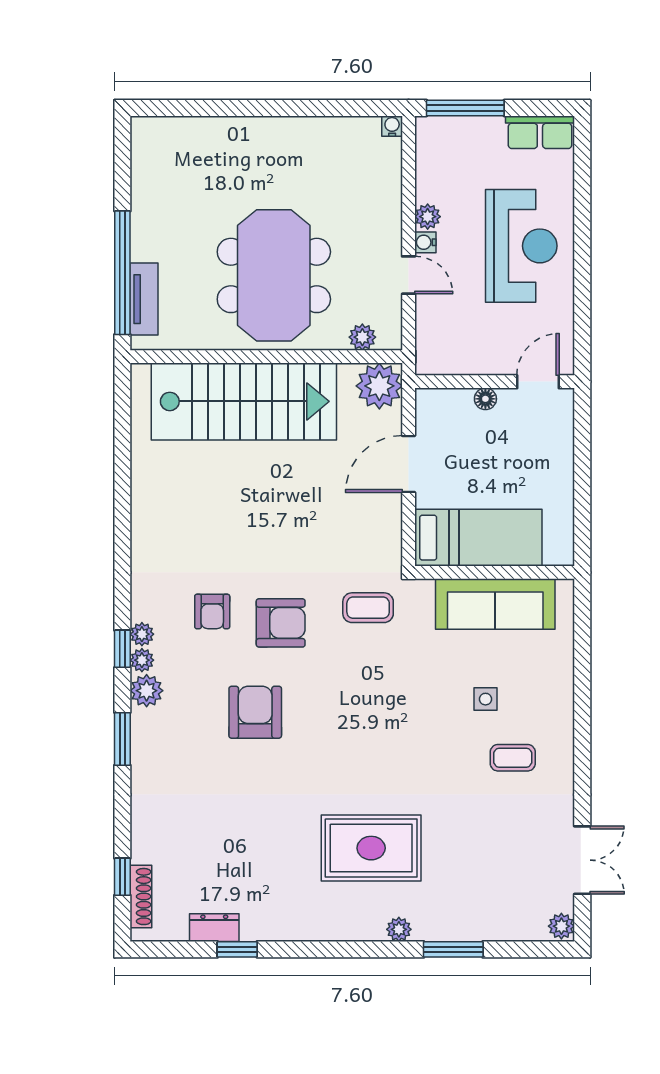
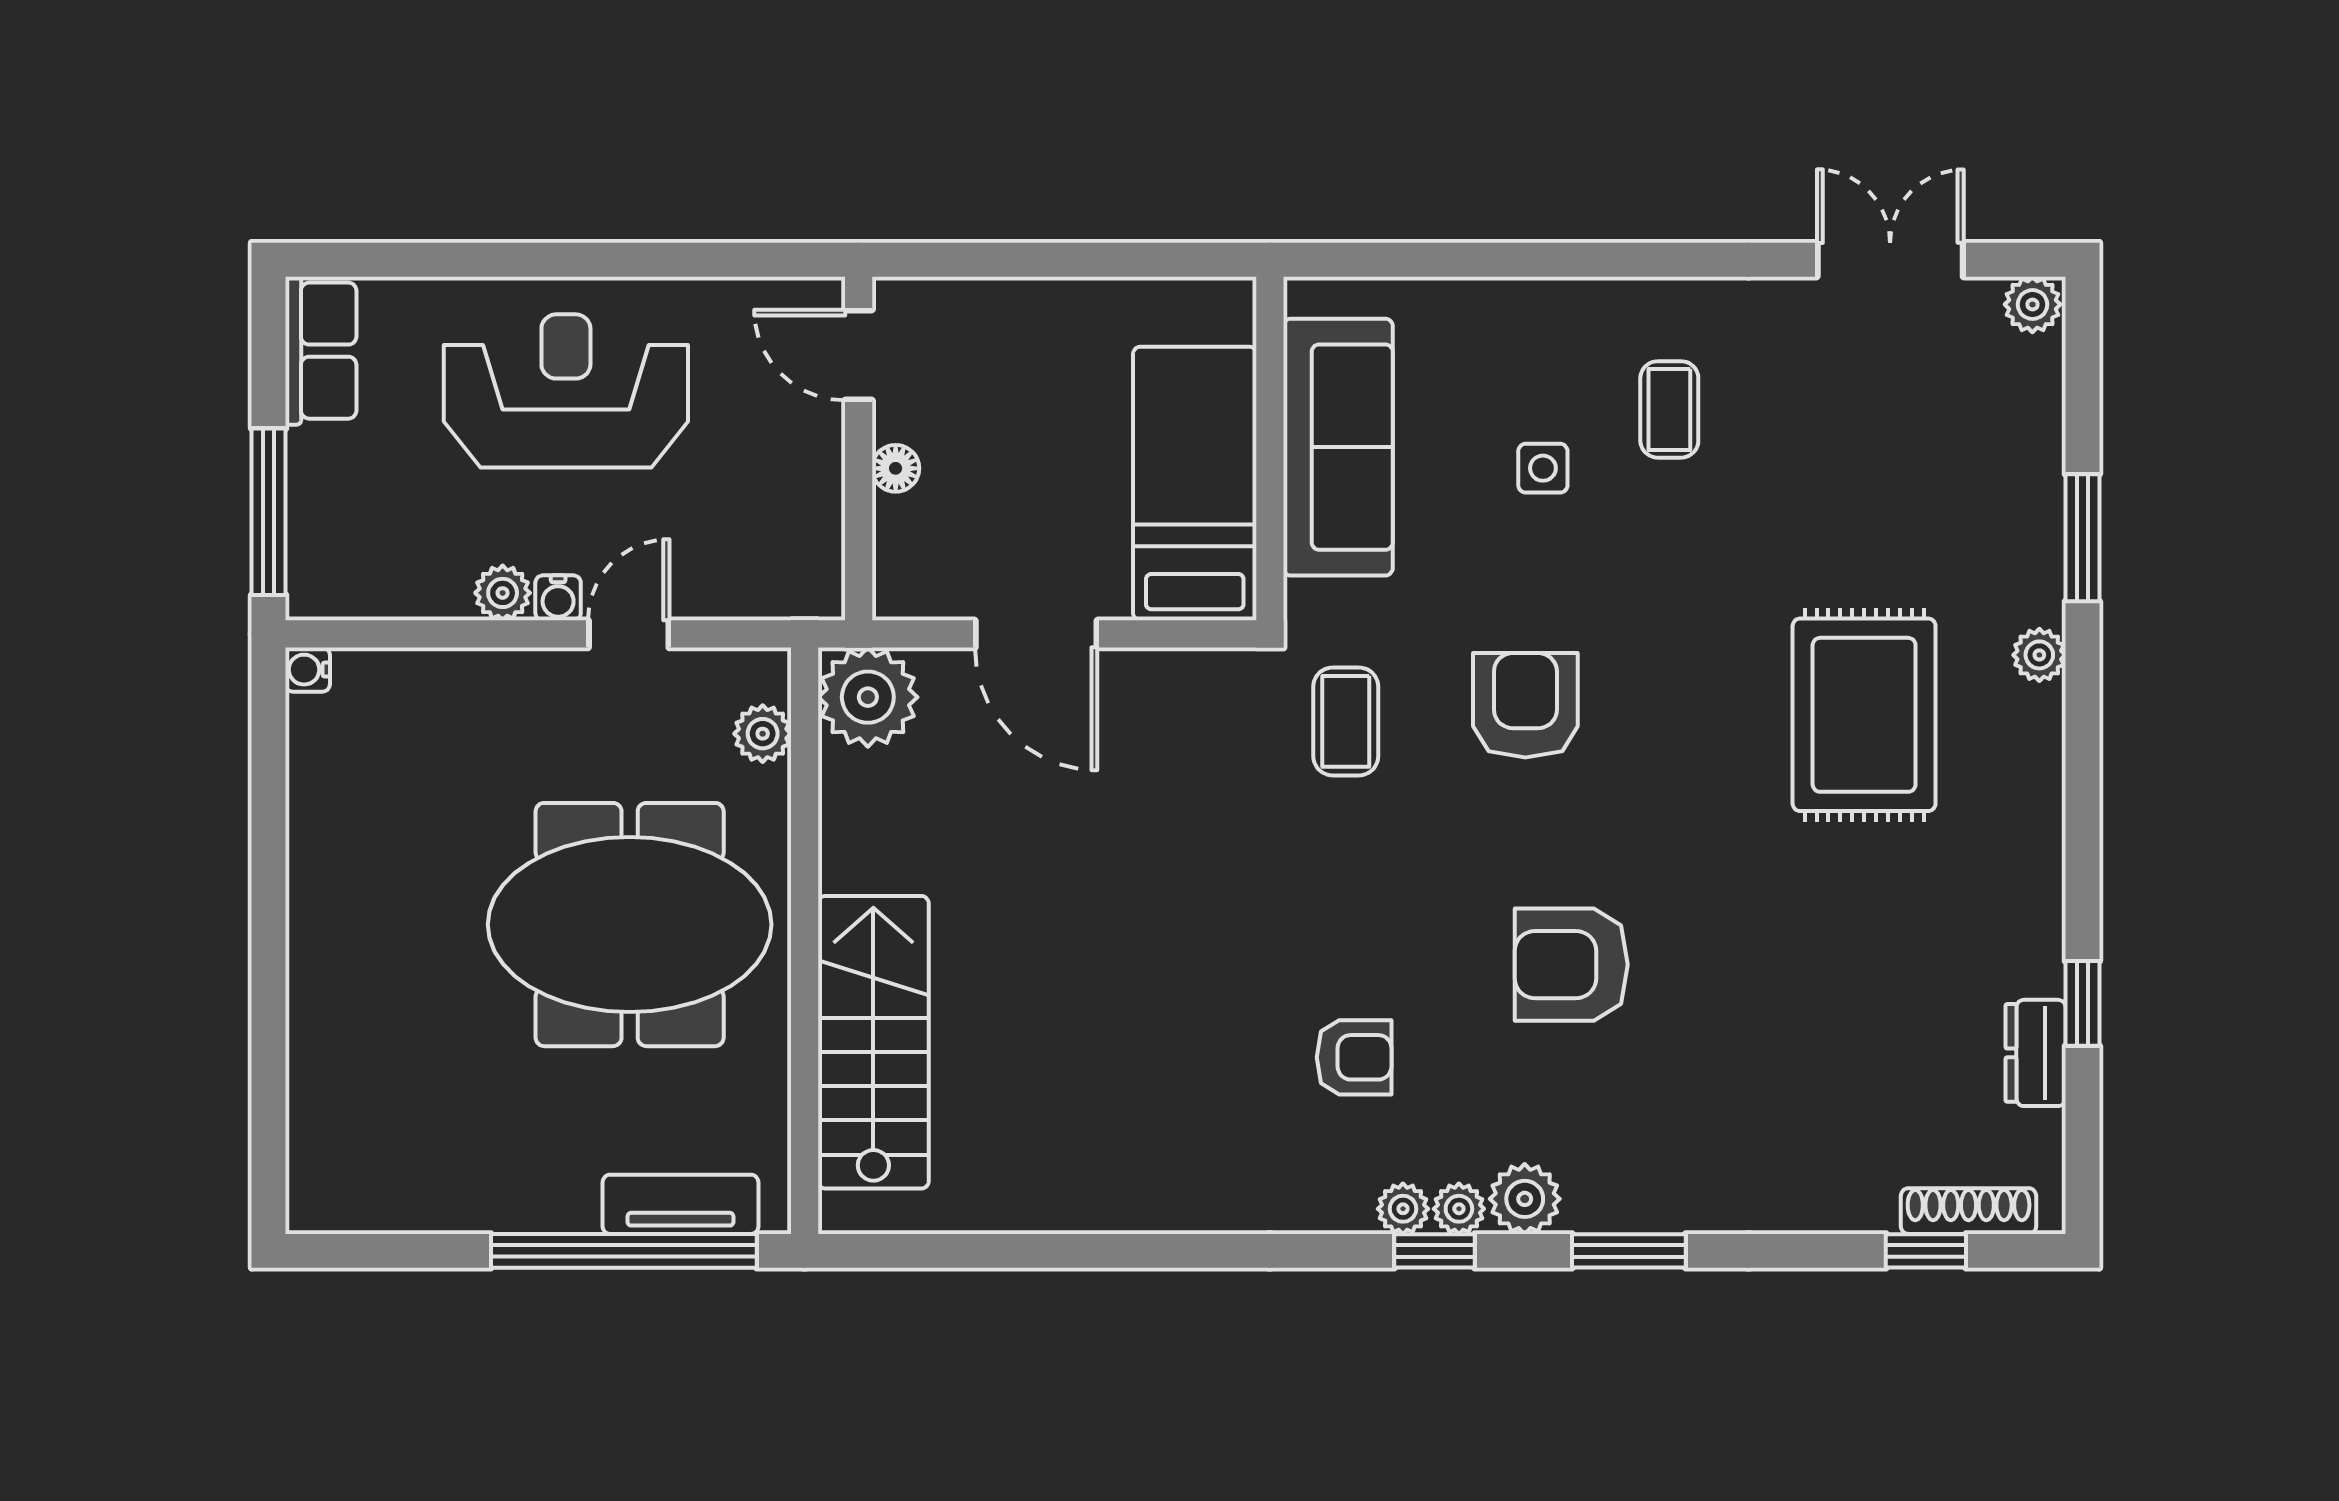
stairs: (244, 401) -> (873, 1042), width x0.73, depth x0.66
armchair: (281, 623) -> (1525, 705), moved

